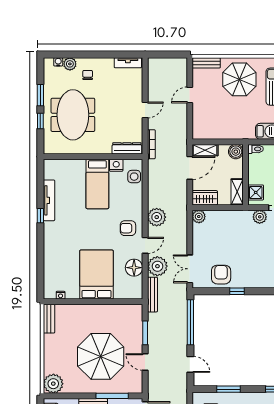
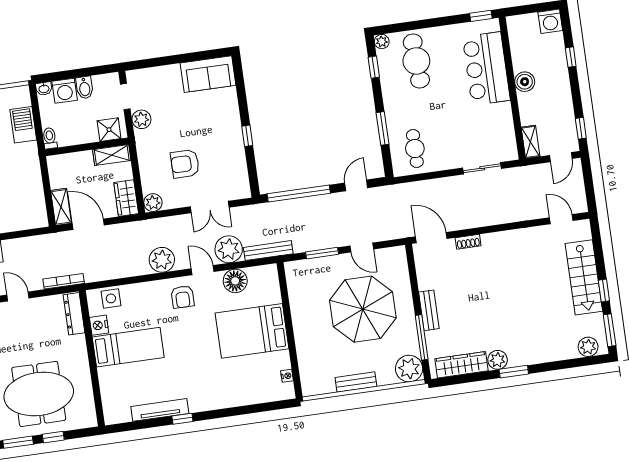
boiler: (236, 152) -> (57, 165), removed
double door: (190, 269) -> (210, 207), moved
armchair: (221, 275) -> (185, 164), moved
bench: (49, 319) -> (356, 382), moved
door: (145, 362) -> (362, 247), hinge flipped
window: (112, 396) -> (422, 337), moved

